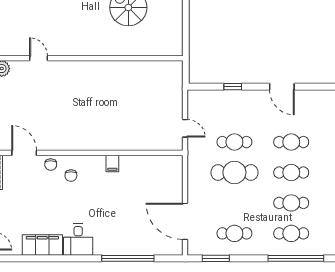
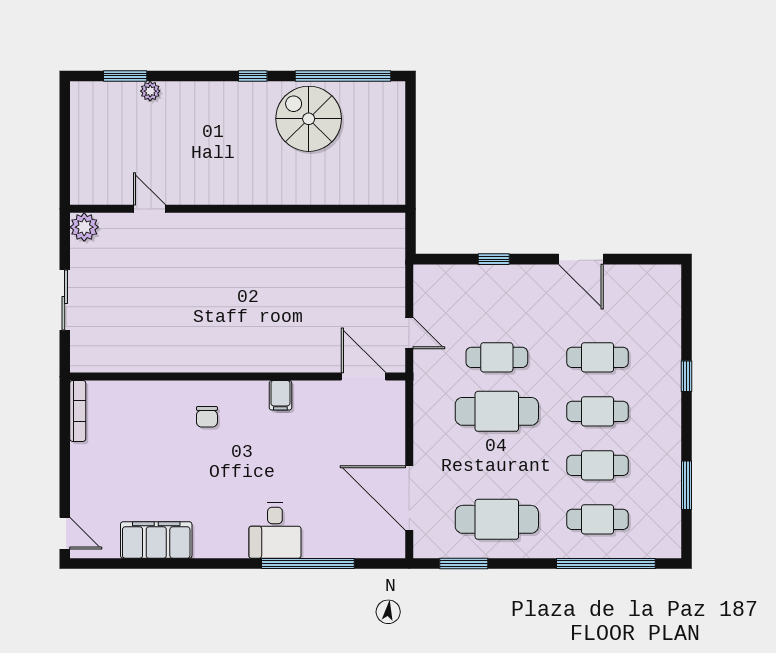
door: (24, 153) -> (363, 377), moved
chair: (51, 165) -> (171, 397), removed
cafe table: (234, 233) -> (497, 519), width x1.37, depth x1.35
desk: (78, 240) -> (275, 530), moved

